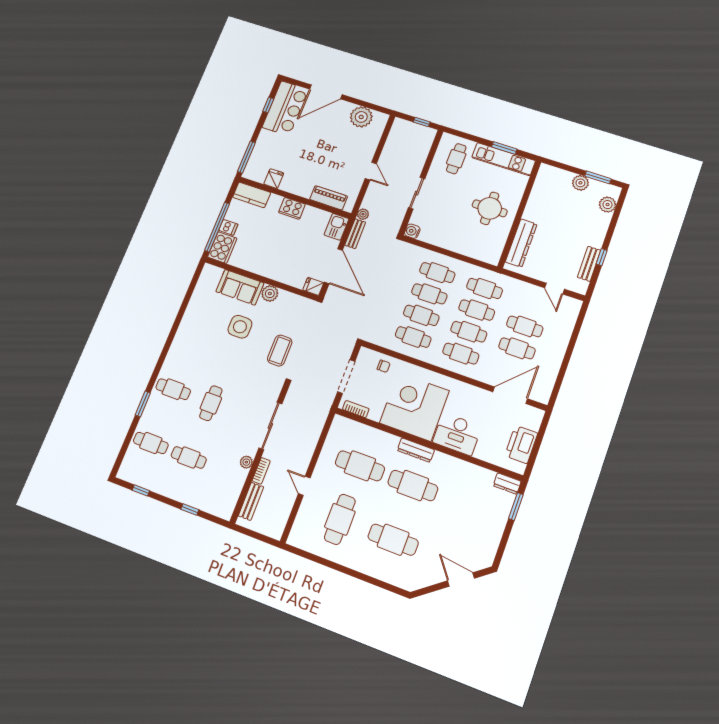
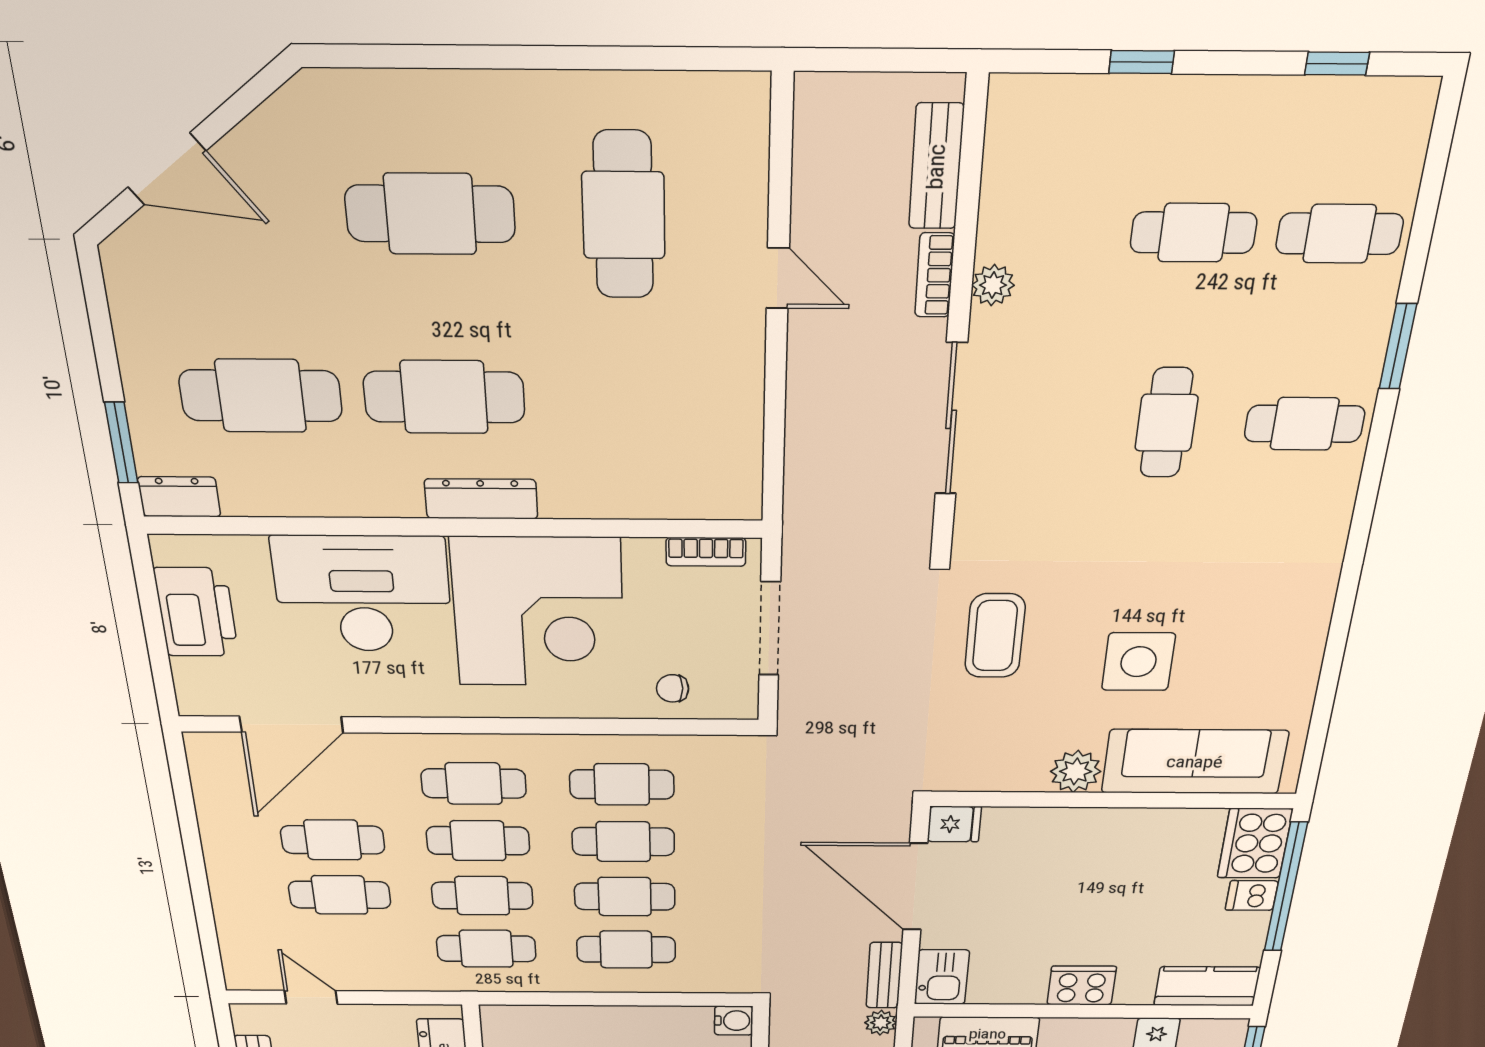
sofa: (240, 287) -> (1195, 762), width x1.36
desk: (457, 434) -> (363, 594), width x1.36, depth x1.30
cafe table: (360, 466) -> (261, 396), moved

